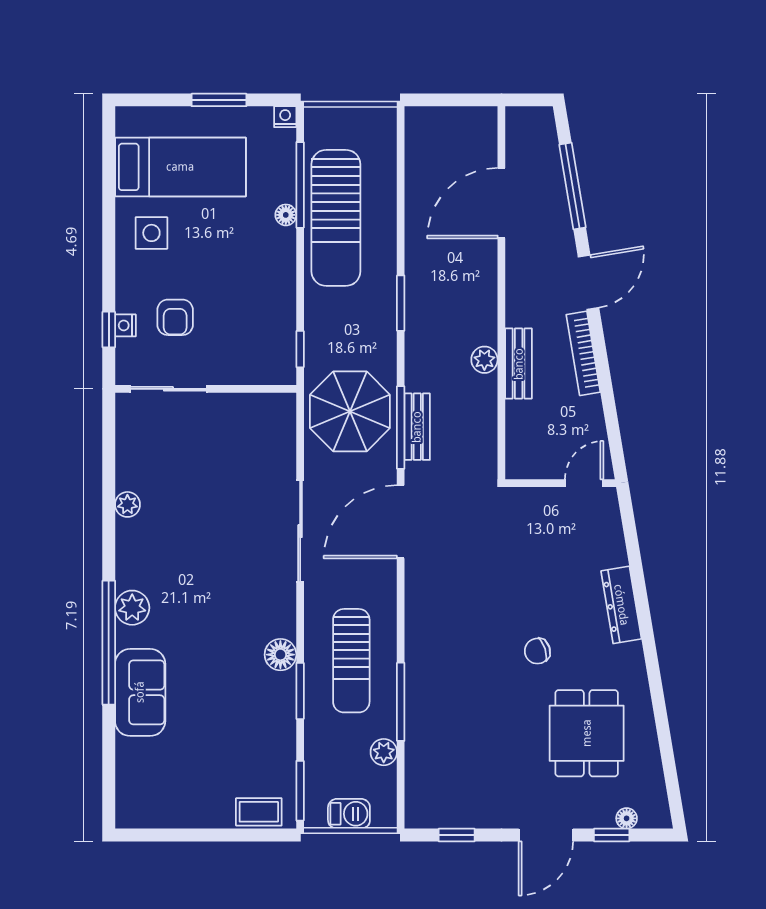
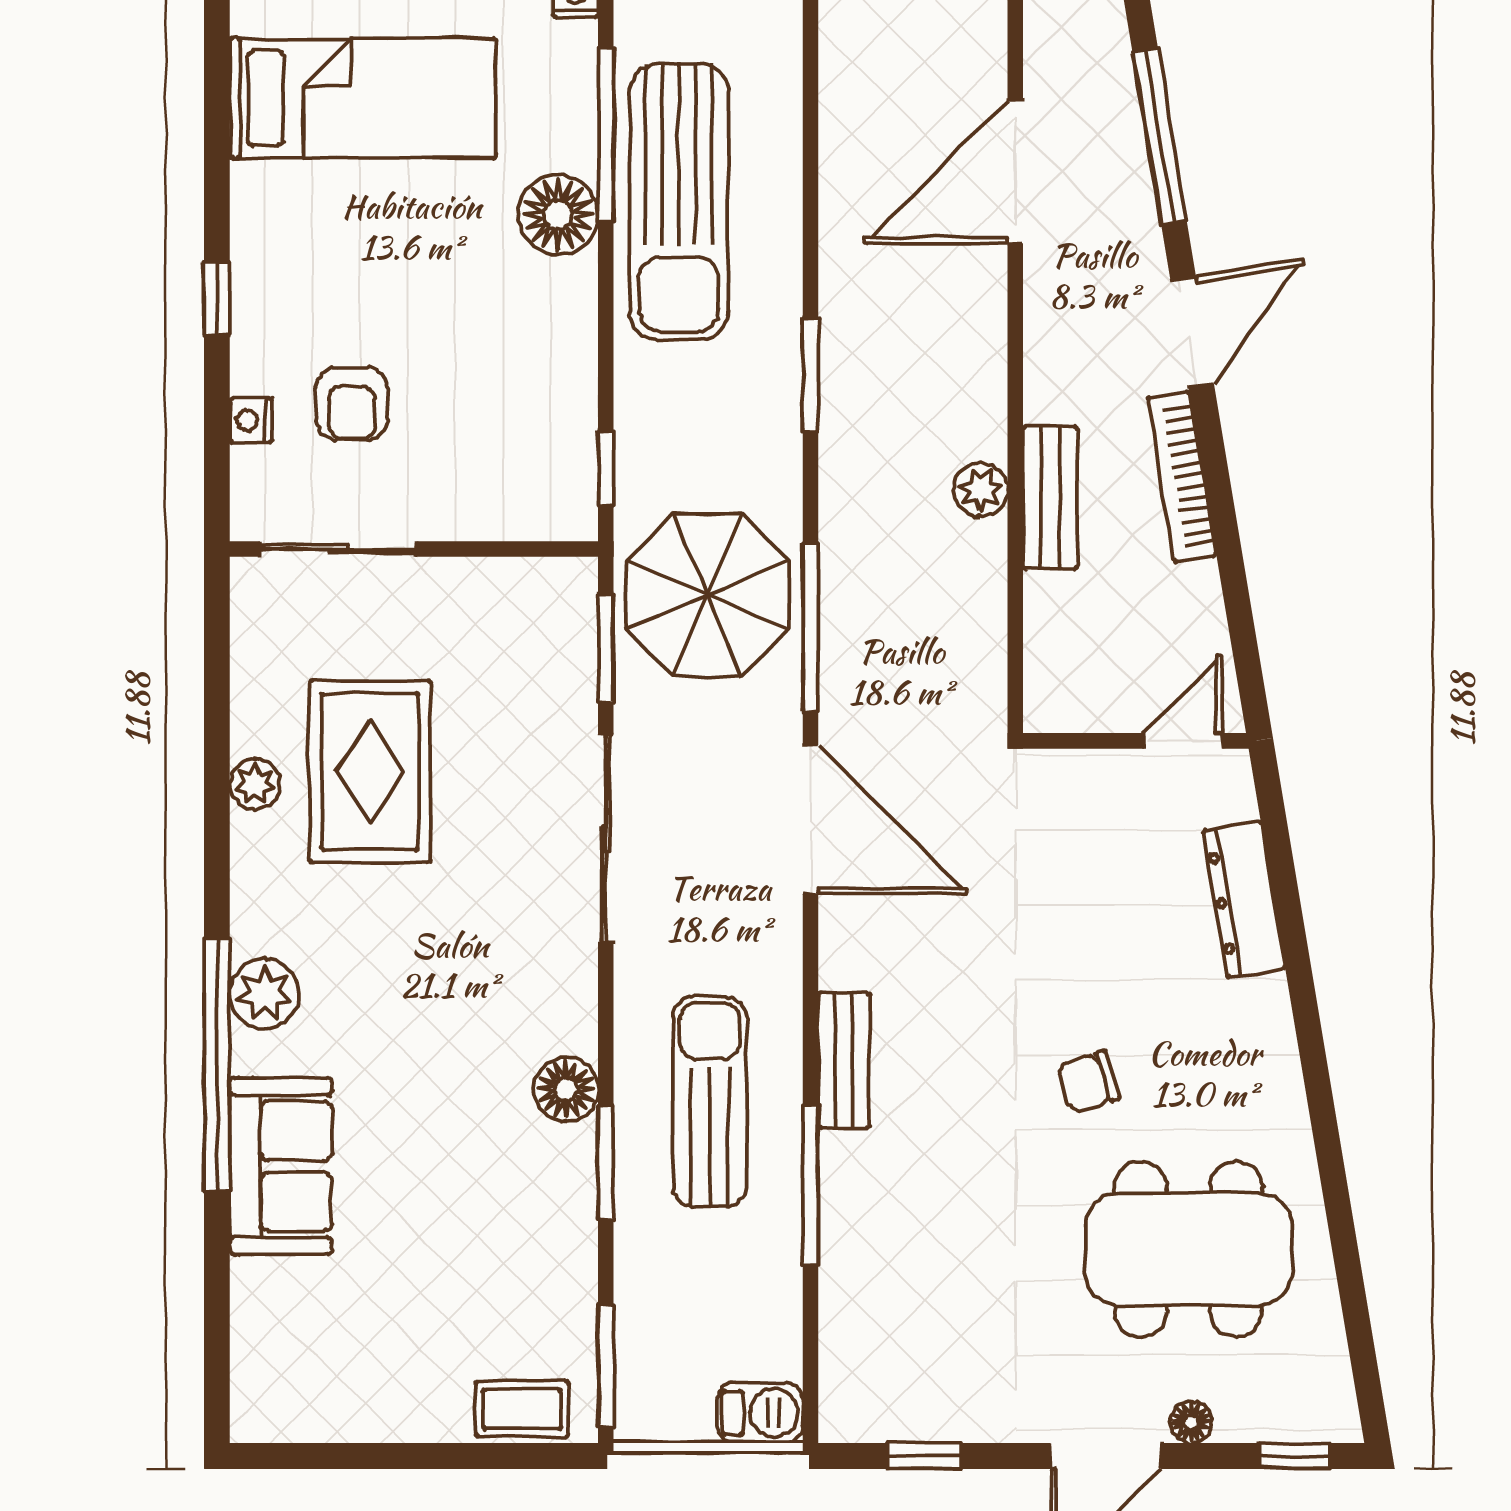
floor lamp: (286, 215) -> (558, 214), width x1.89, depth x1.89
side table: (151, 233) -> (304, 232), removed
window: (109, 330) -> (217, 298), moved
bench: (417, 427) -> (844, 1060), moved
window: (300, 437) -> (606, 648), added
rug: (184, 498) -> (370, 771), added
door: (401, 522) -> (811, 819), swing flipped
dresser: (621, 605) -> (1244, 900), moved
sun lounger: (351, 661) -> (710, 1102), turned 180
dining table: (587, 733) -> (1188, 1249), width x1.38
plant: (384, 752) -> (776, 1287), removed
barbecue: (349, 814) -> (760, 1413), moved
floor lamp: (627, 818) -> (1191, 1422), moved
window: (612, 835) -> (1294, 1456), moved

